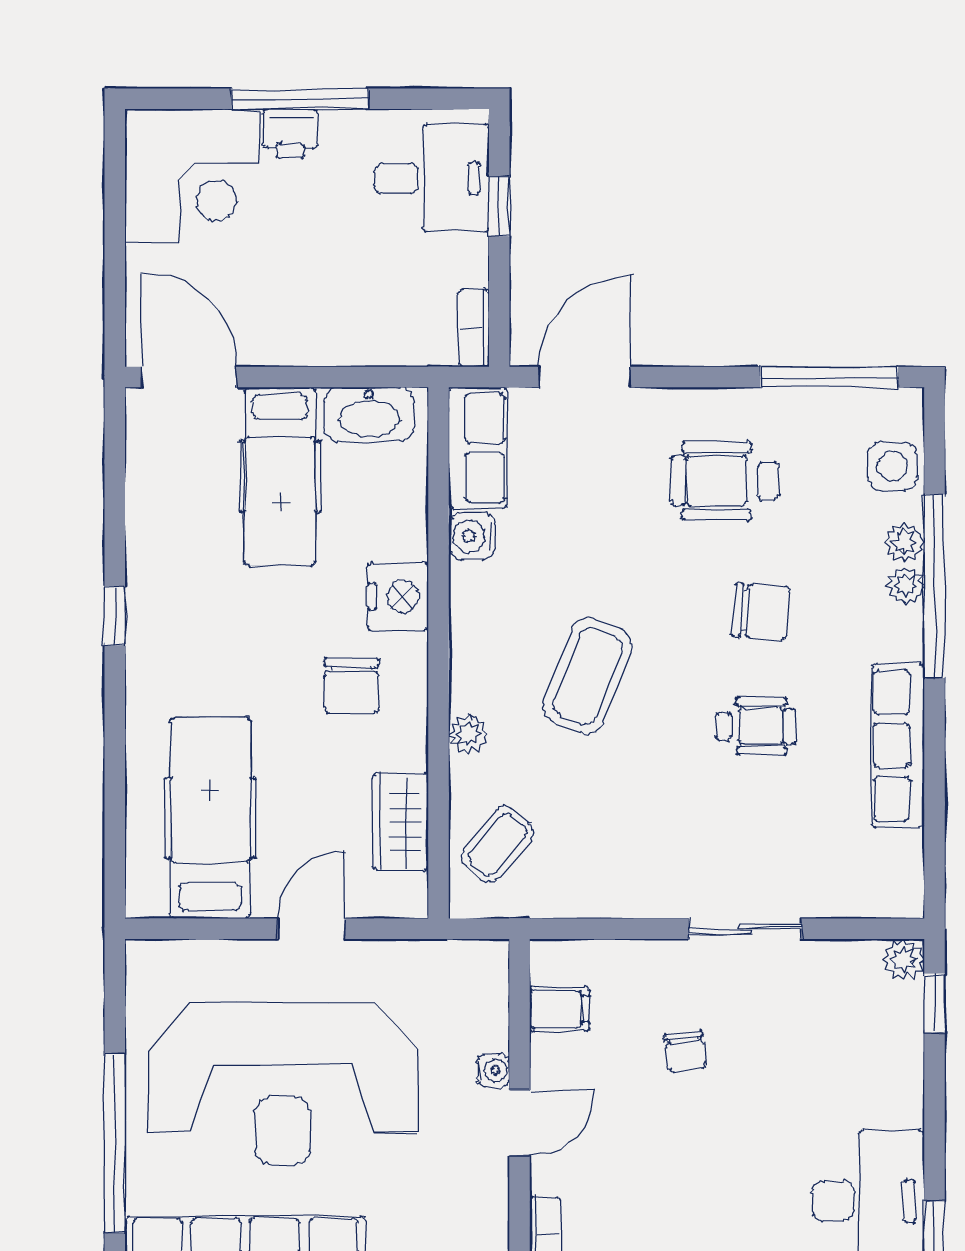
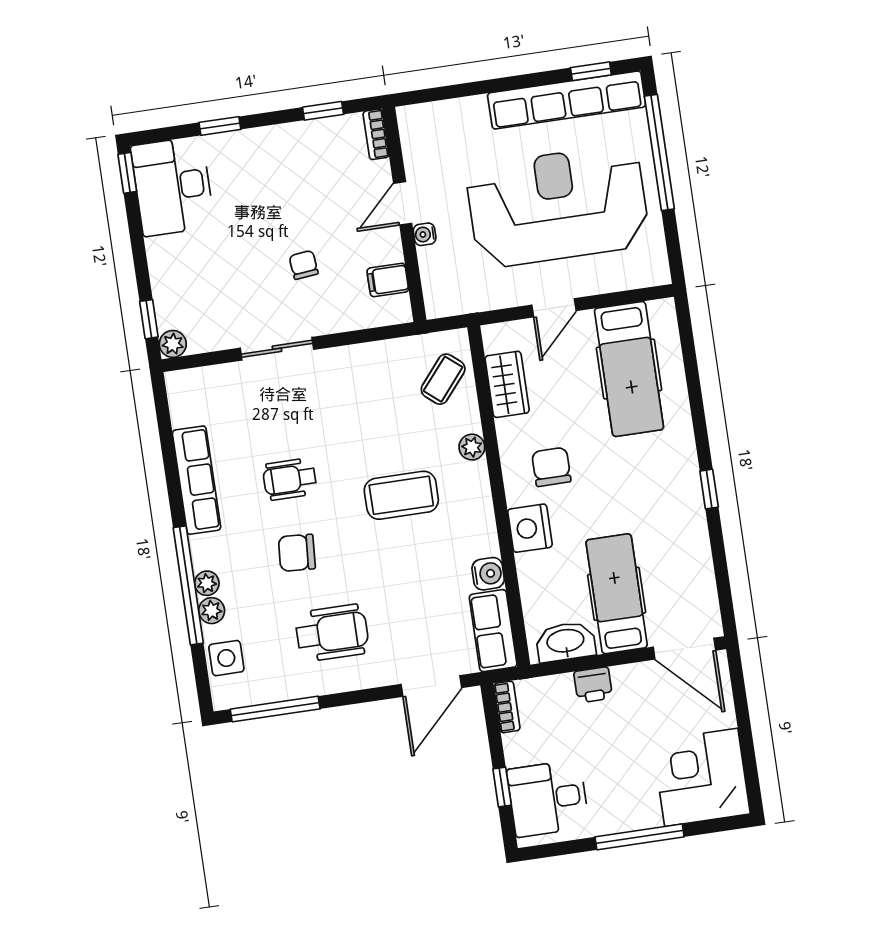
printer: (290, 134) -> (593, 685), moved, turned 180
coffee table: (588, 676) -> (401, 495), turned 69

